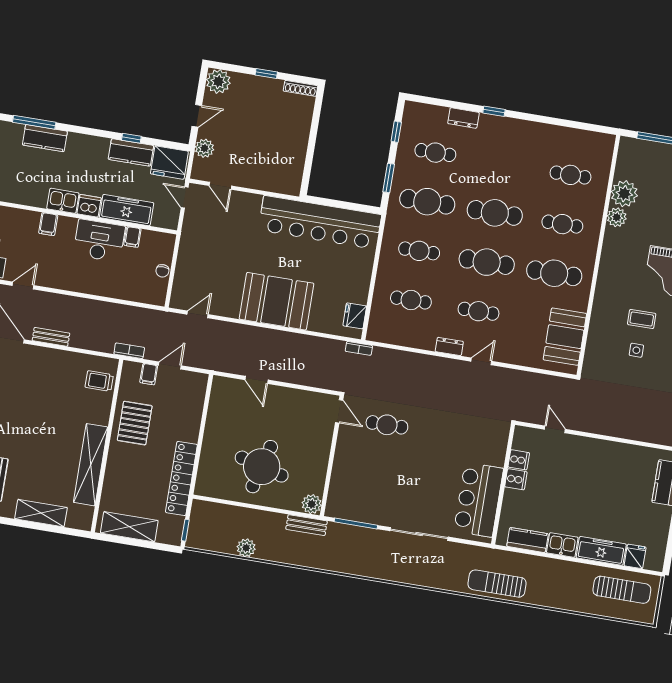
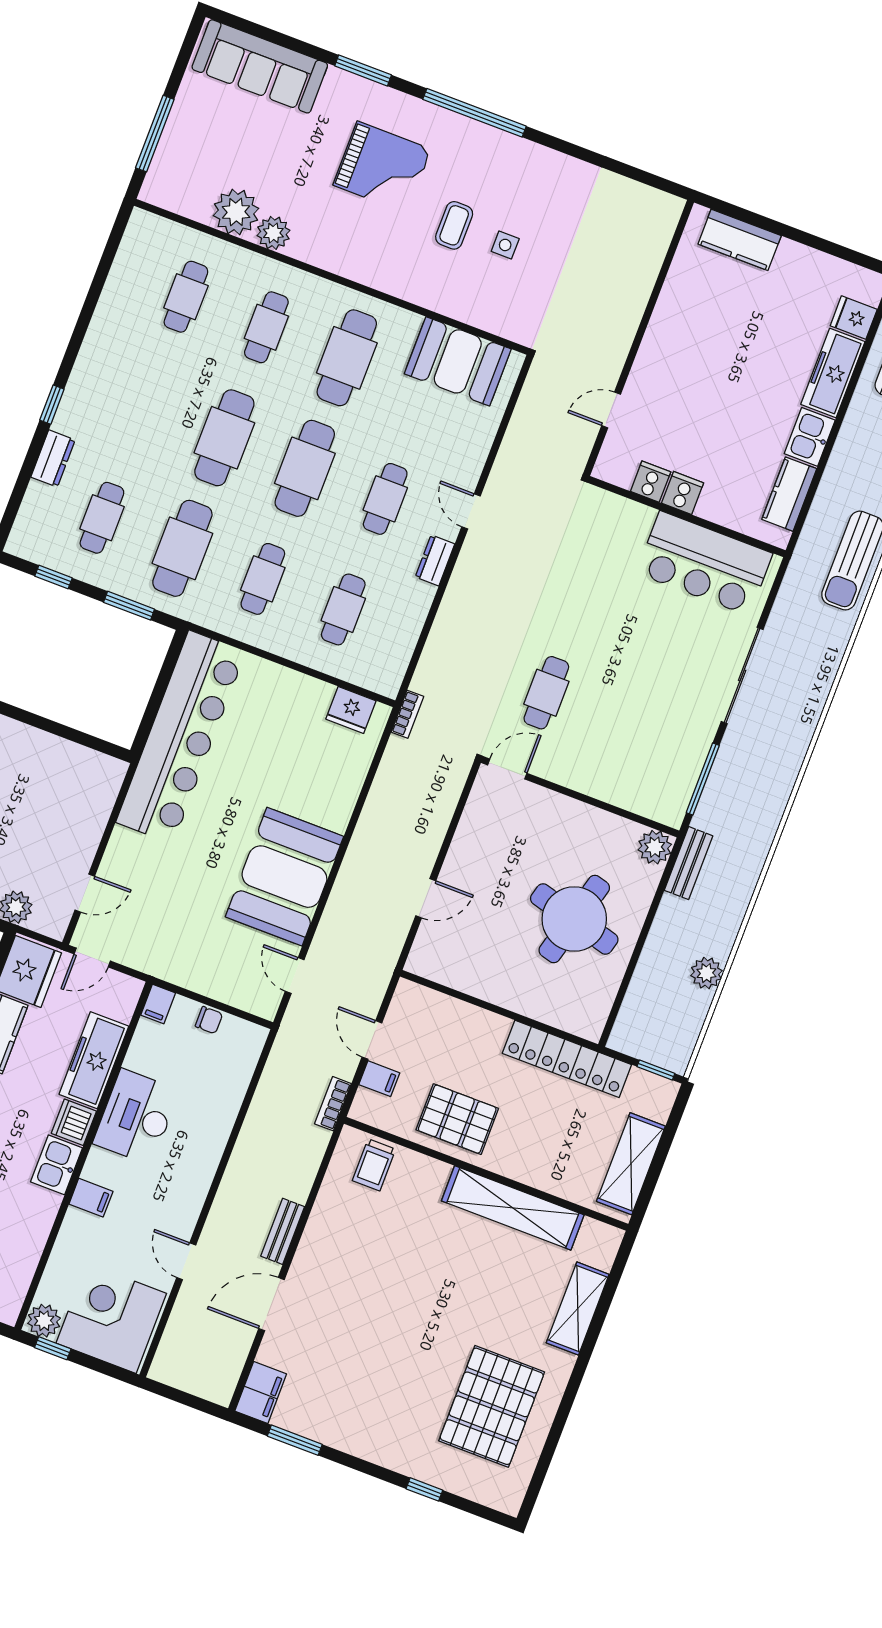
filing cabinet: (132, 237) -> (158, 1004), moved, turned 90
booth: (276, 301) -> (284, 877), moved

